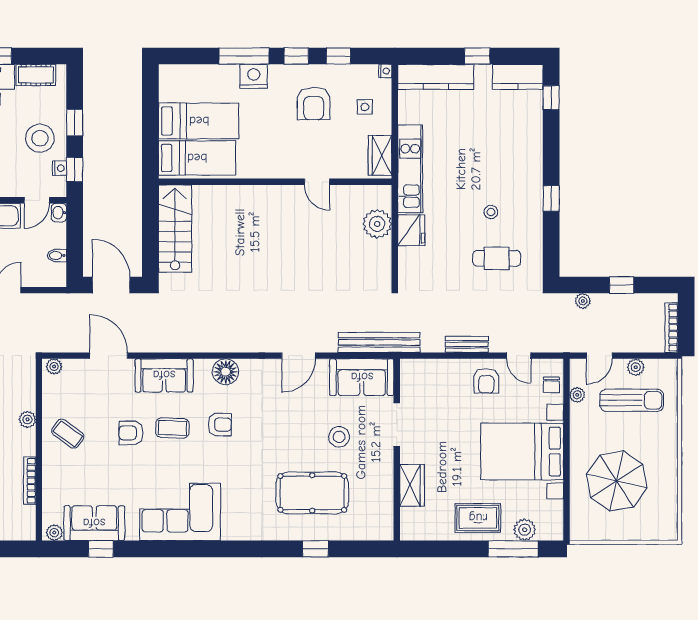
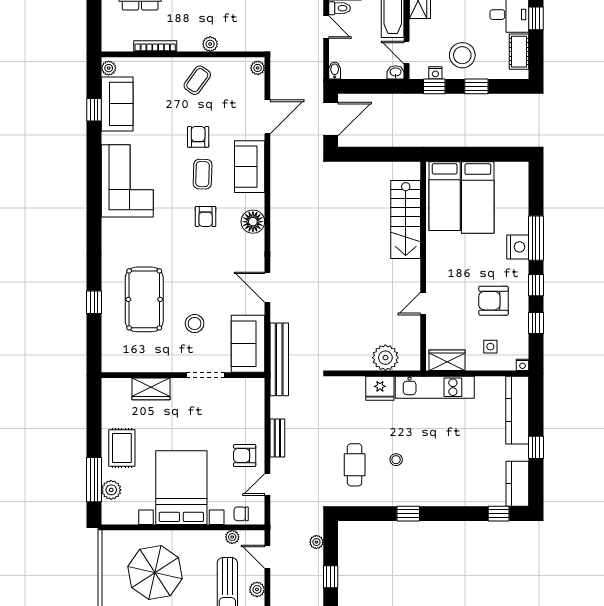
stairs: (175, 229) -> (406, 220), moved, turned 90
bidet: (57, 256) -> (335, 70), moved

